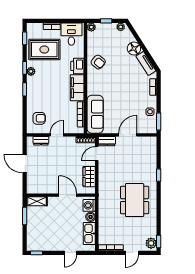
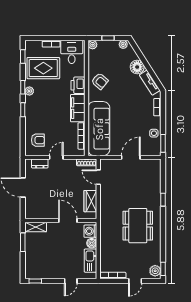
sofa: (95, 114) -> (99, 129), width x1.36, depth x1.27
dresser: (107, 141) -> (109, 164), removed
door: (97, 154) -> (98, 177), hinge flipped

